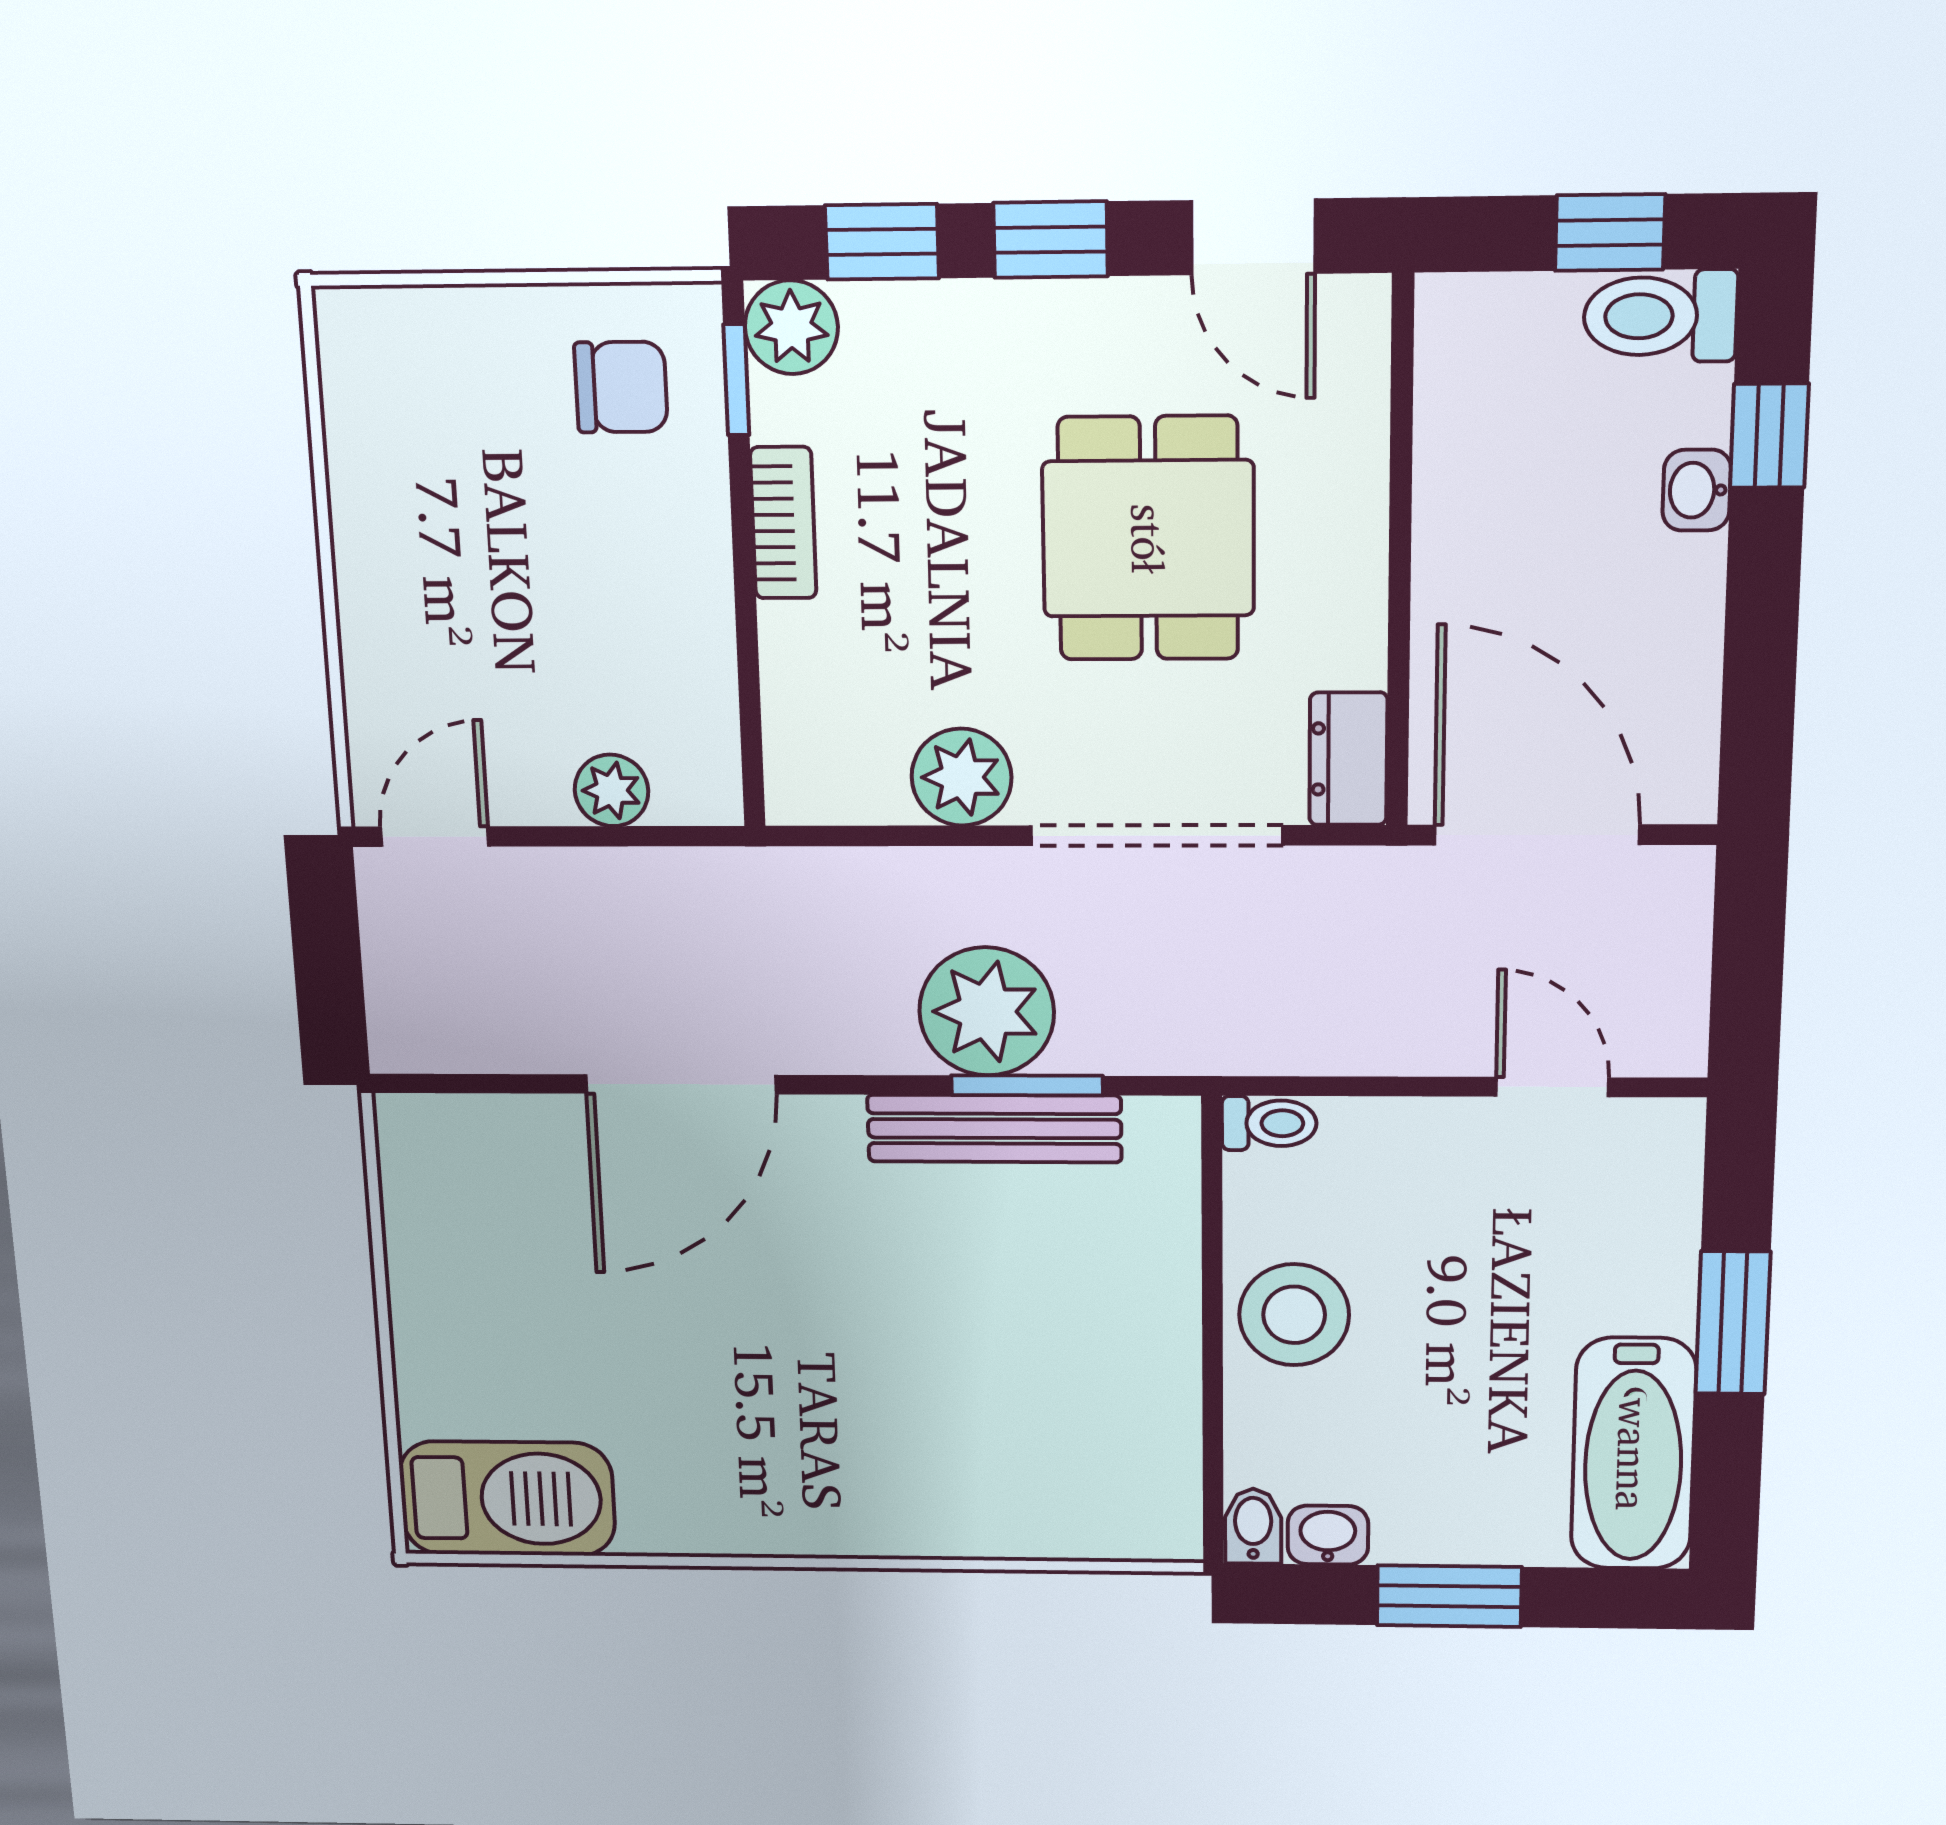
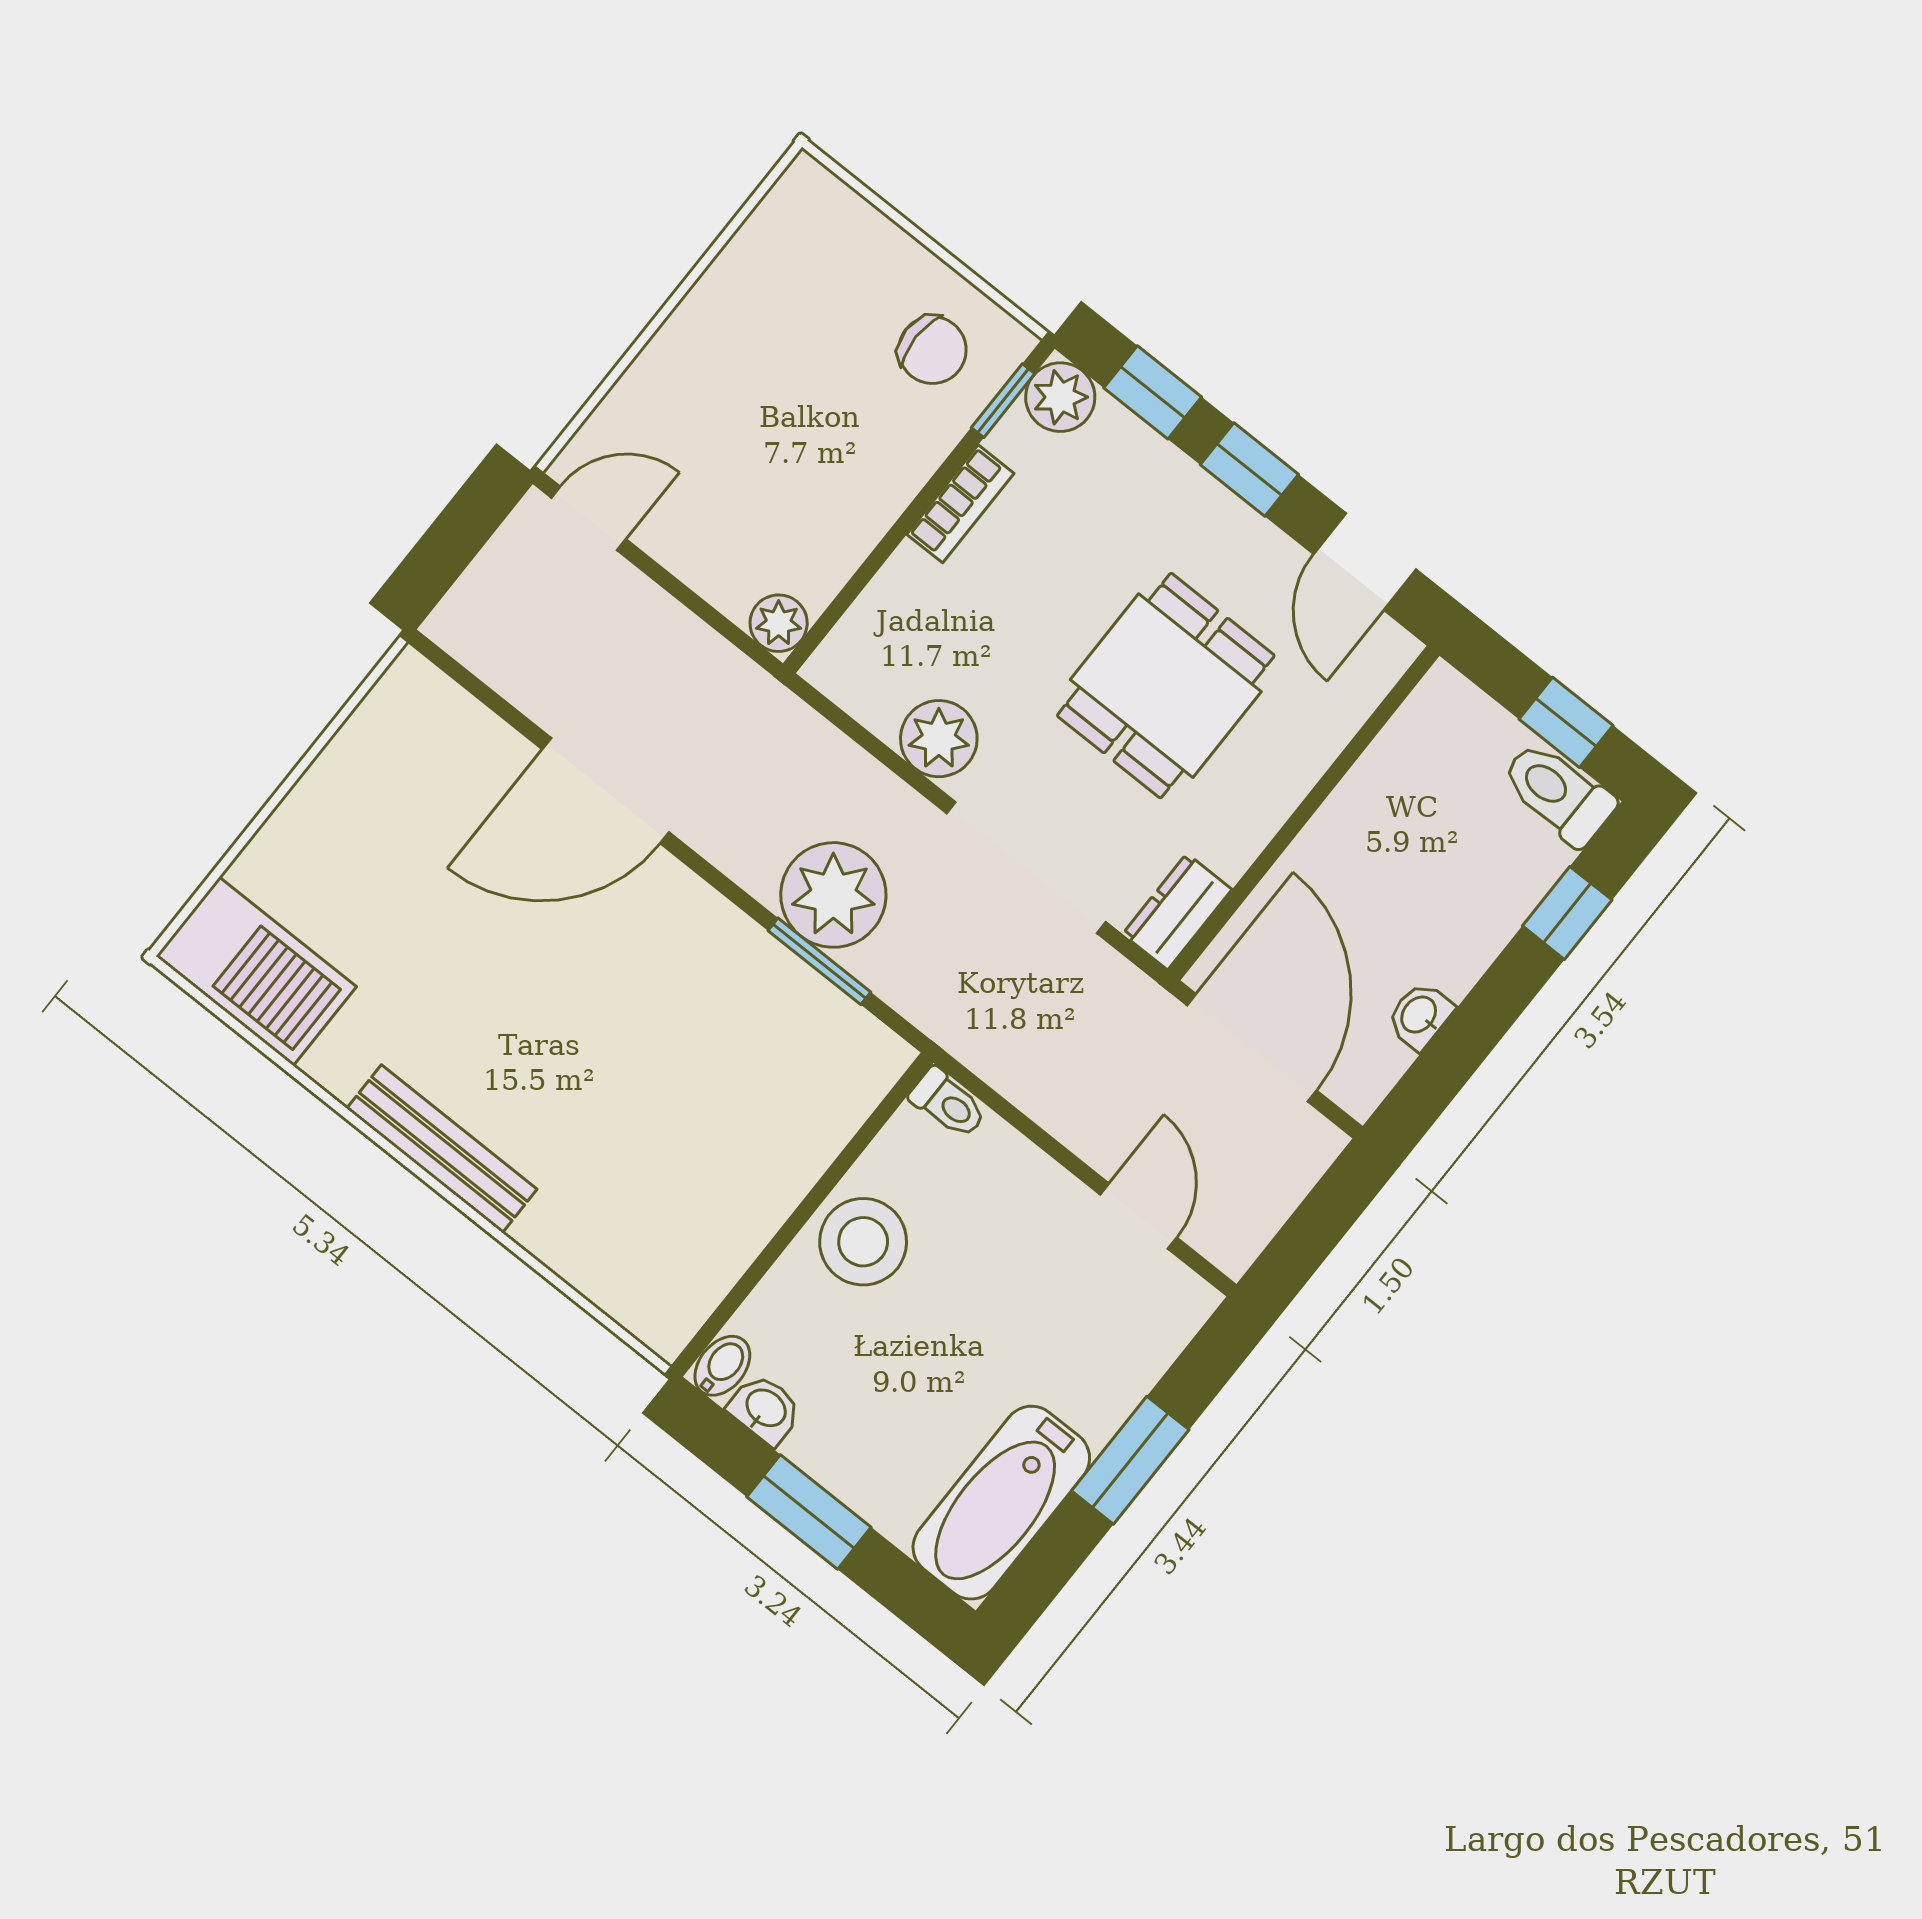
washbasin: (1697, 490) -> (1420, 1015), moved
plant: (612, 790) -> (779, 623), moved
bench: (994, 1129) -> (442, 1149), moved

